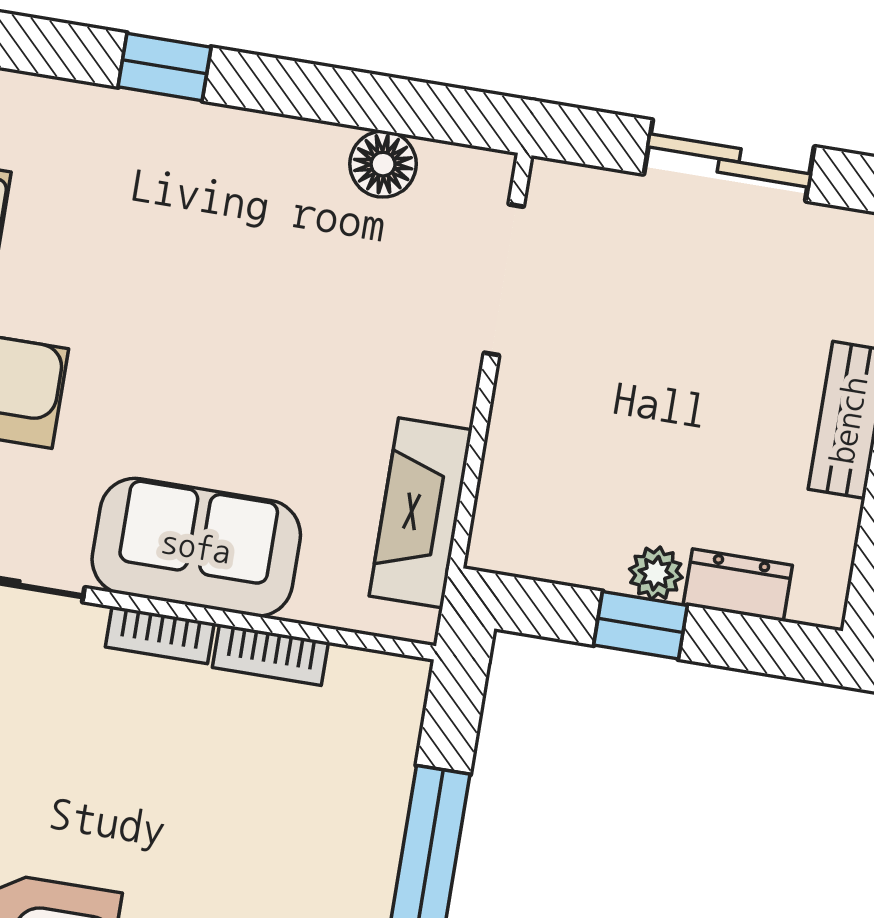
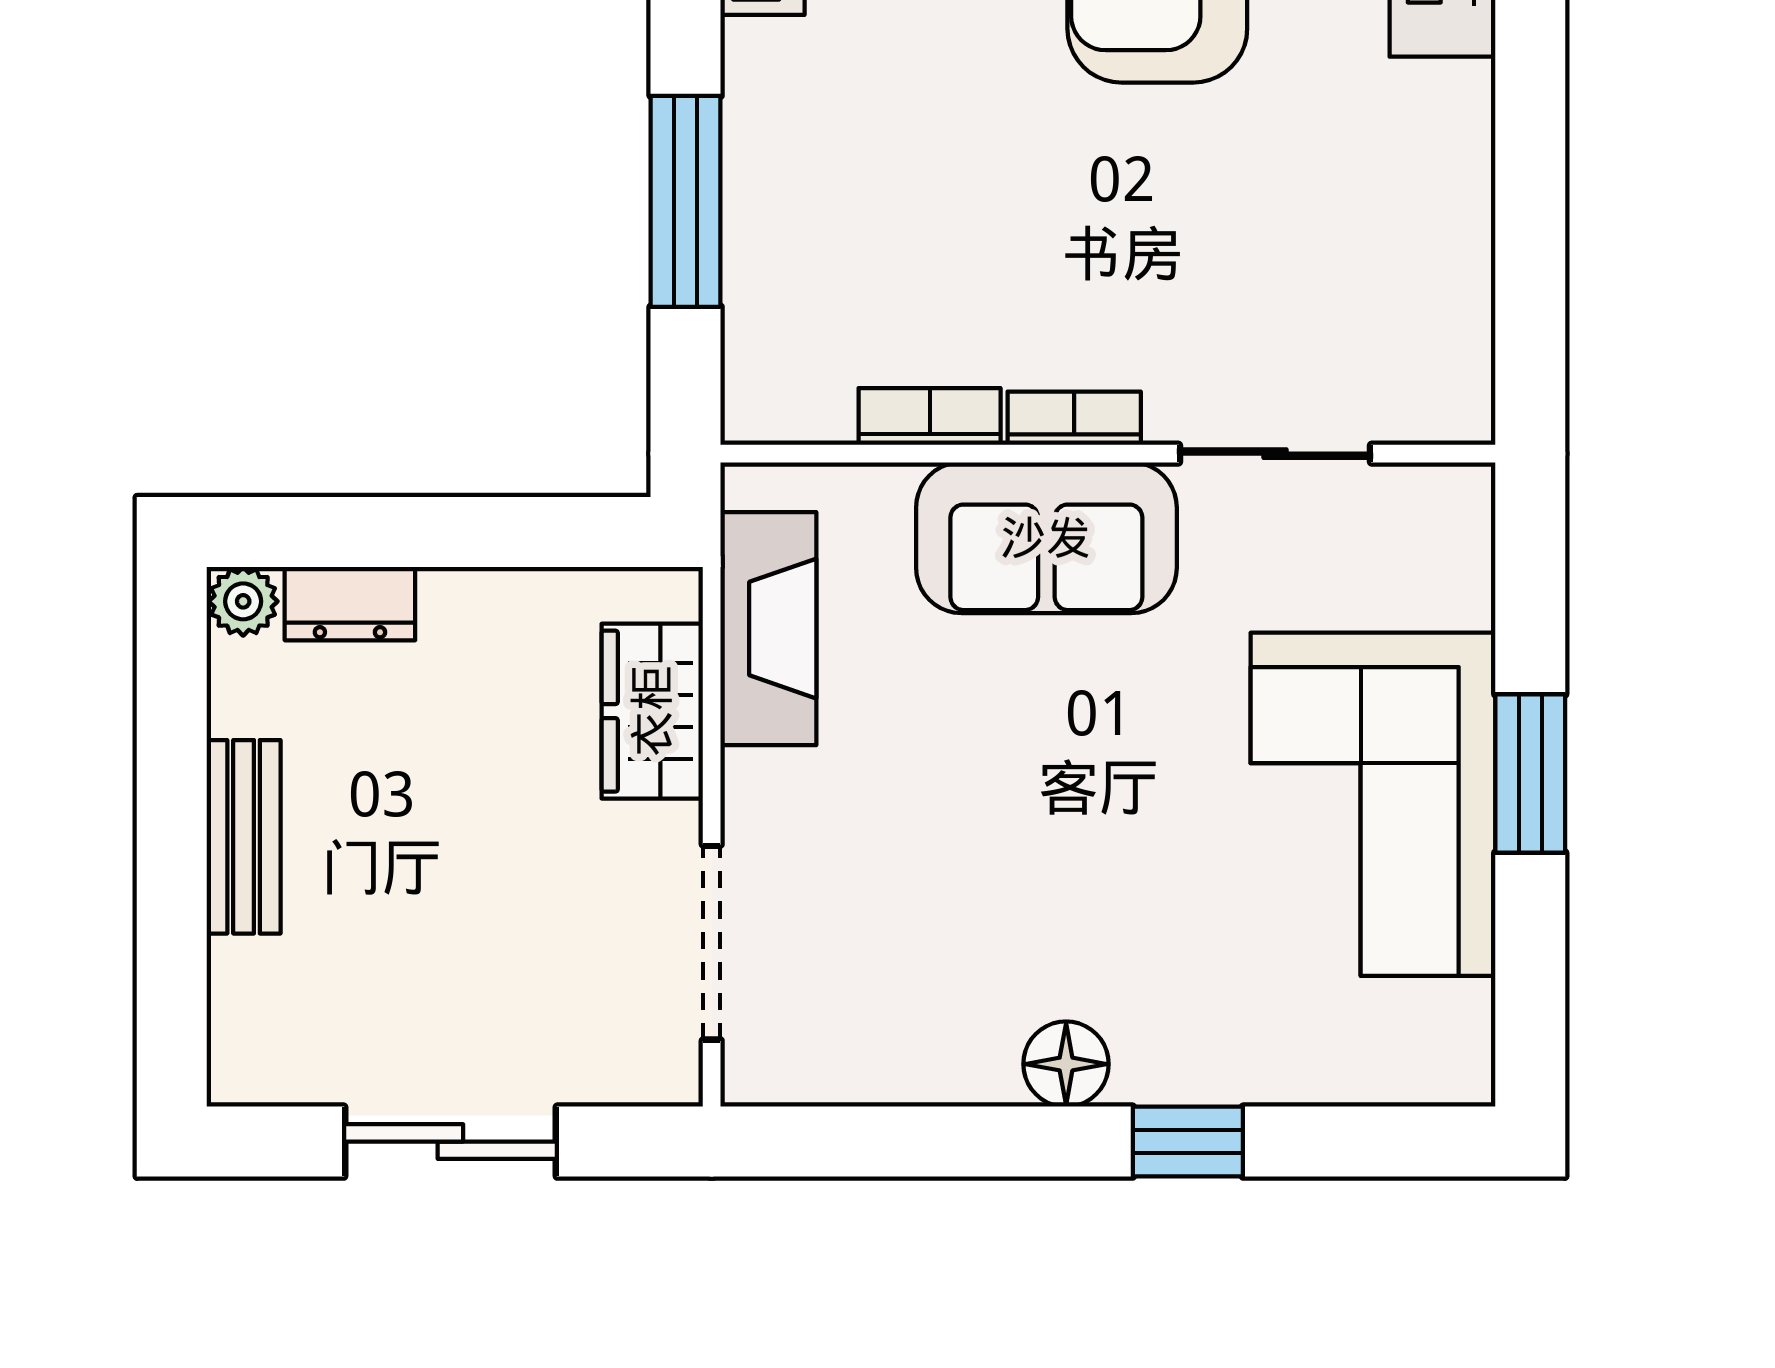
floor lamp: (383, 164) -> (1066, 1064), moved
wardrobe: (520, 464) -> (652, 711), added
plant: (656, 573) -> (243, 601), moved
window: (640, 625) -> (465, 532), removed

